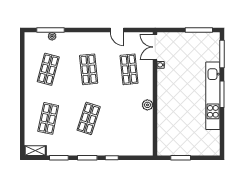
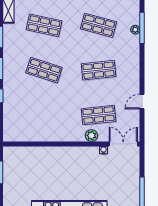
plant: (147, 105) -> (91, 135), moved

